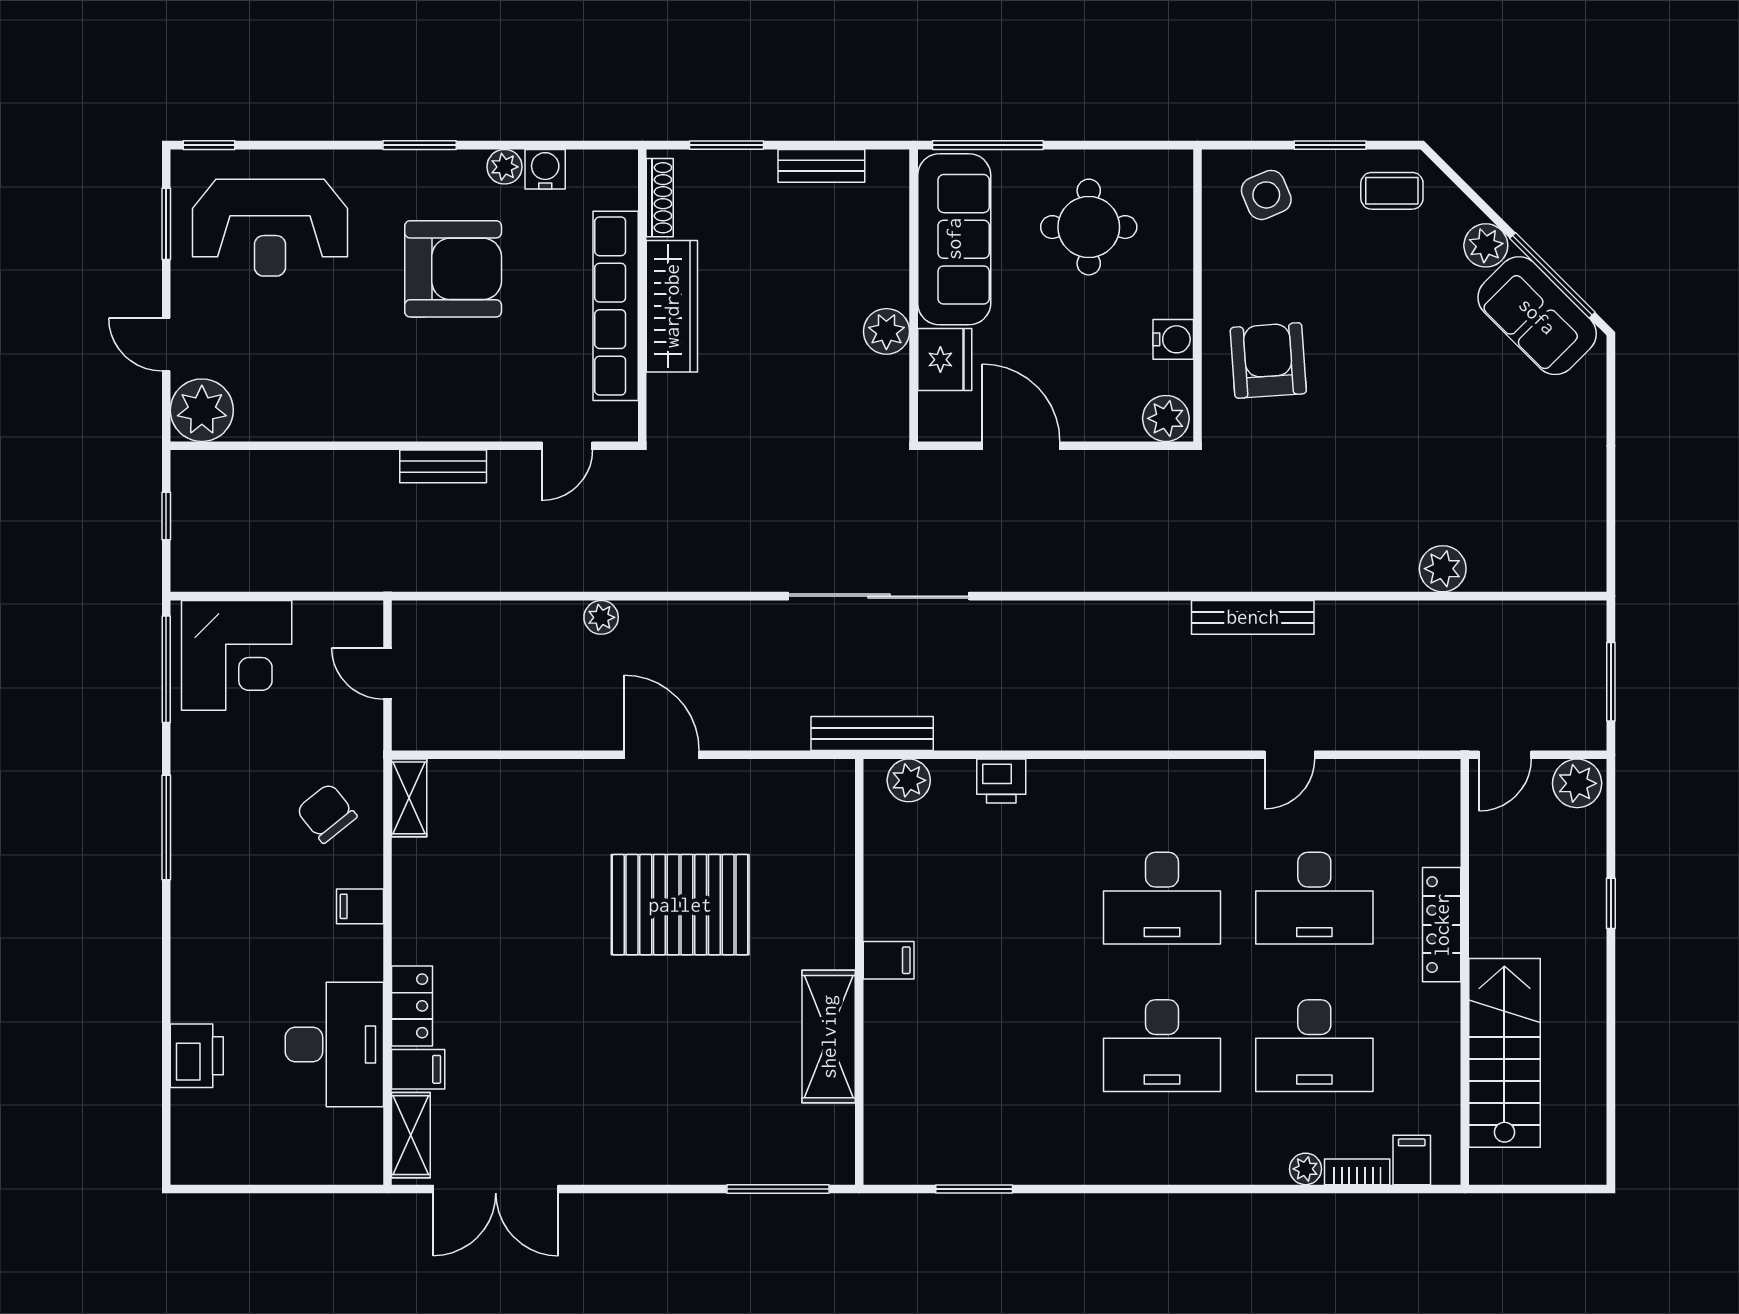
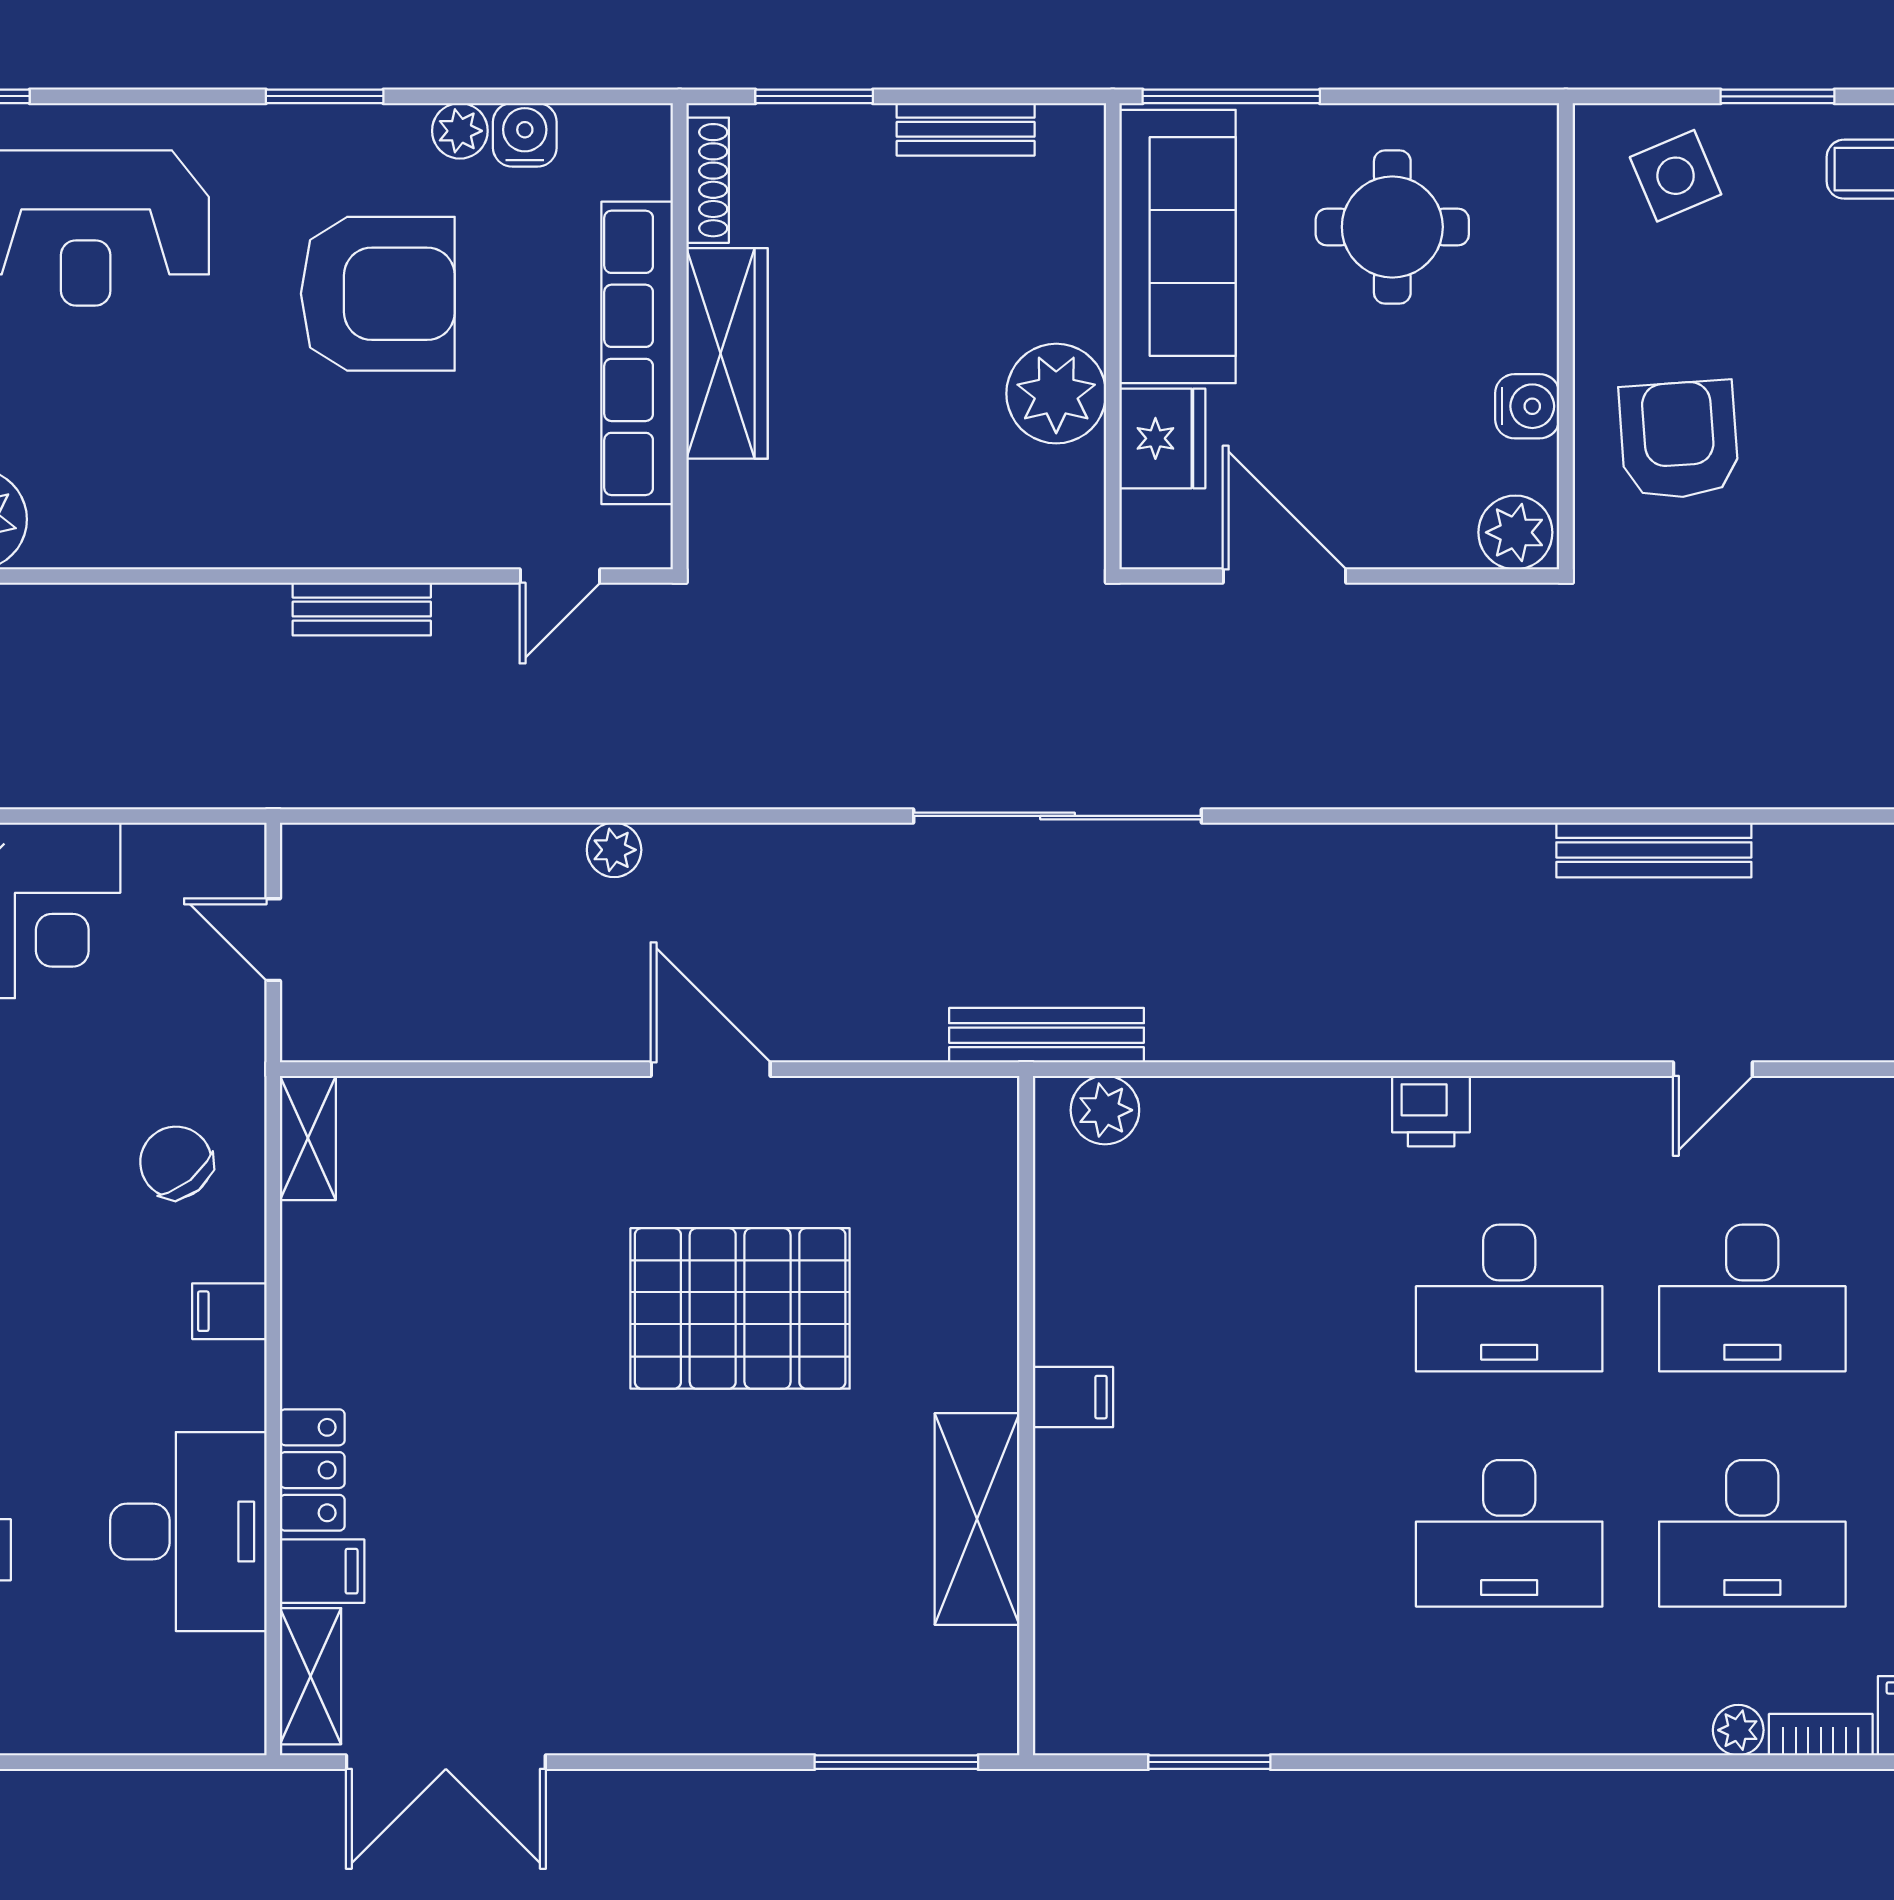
plant: (886, 331) -> (1056, 394), width x1.36, depth x1.36
printer: (1001, 781) -> (1431, 1111), moved

